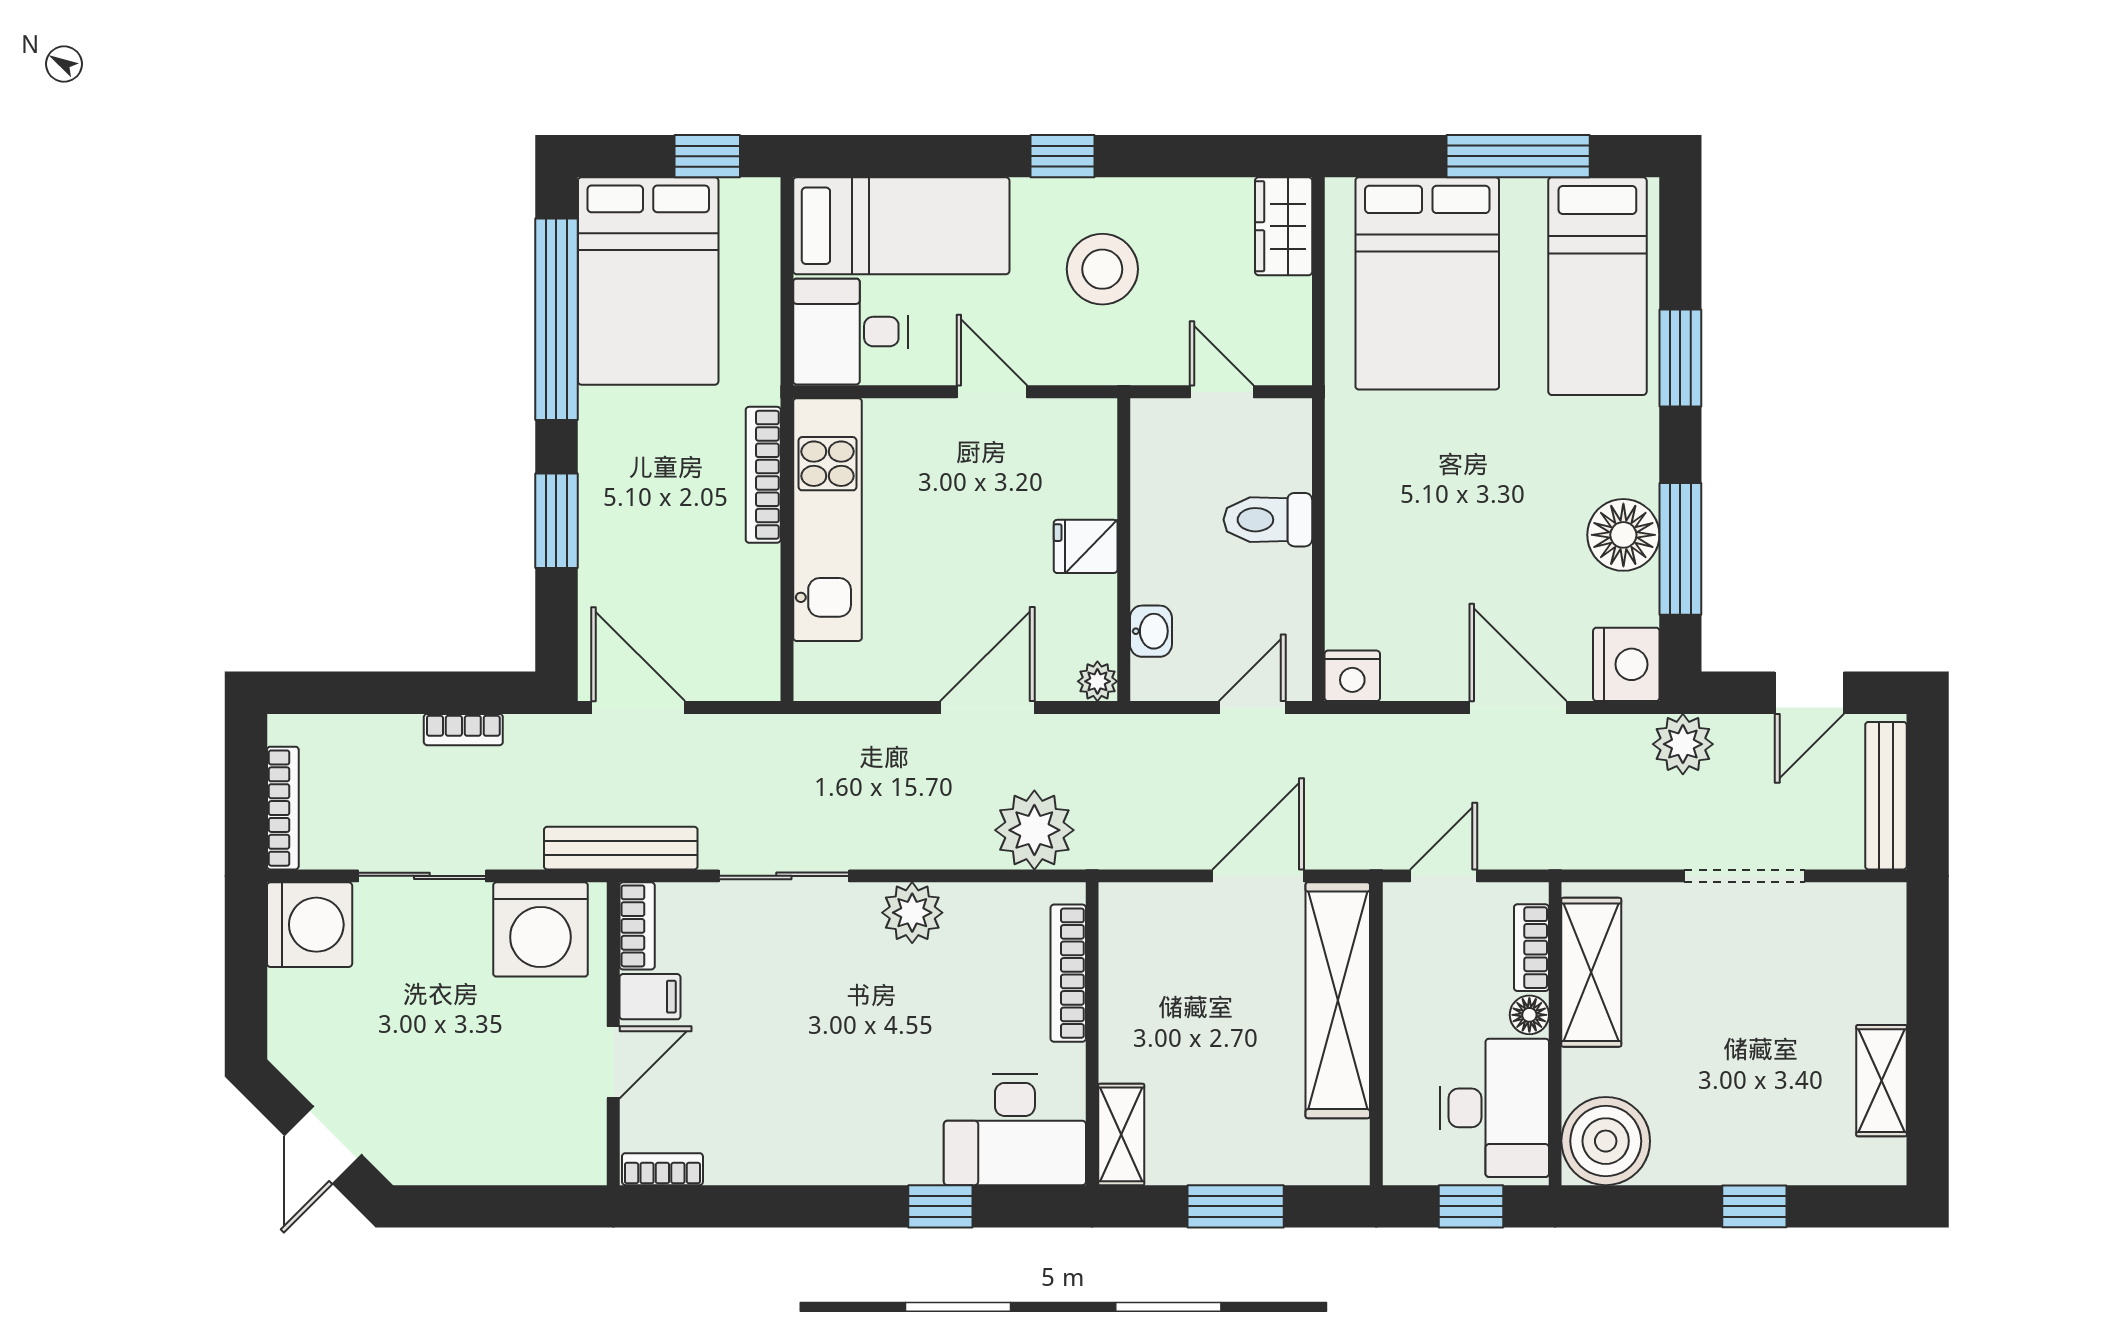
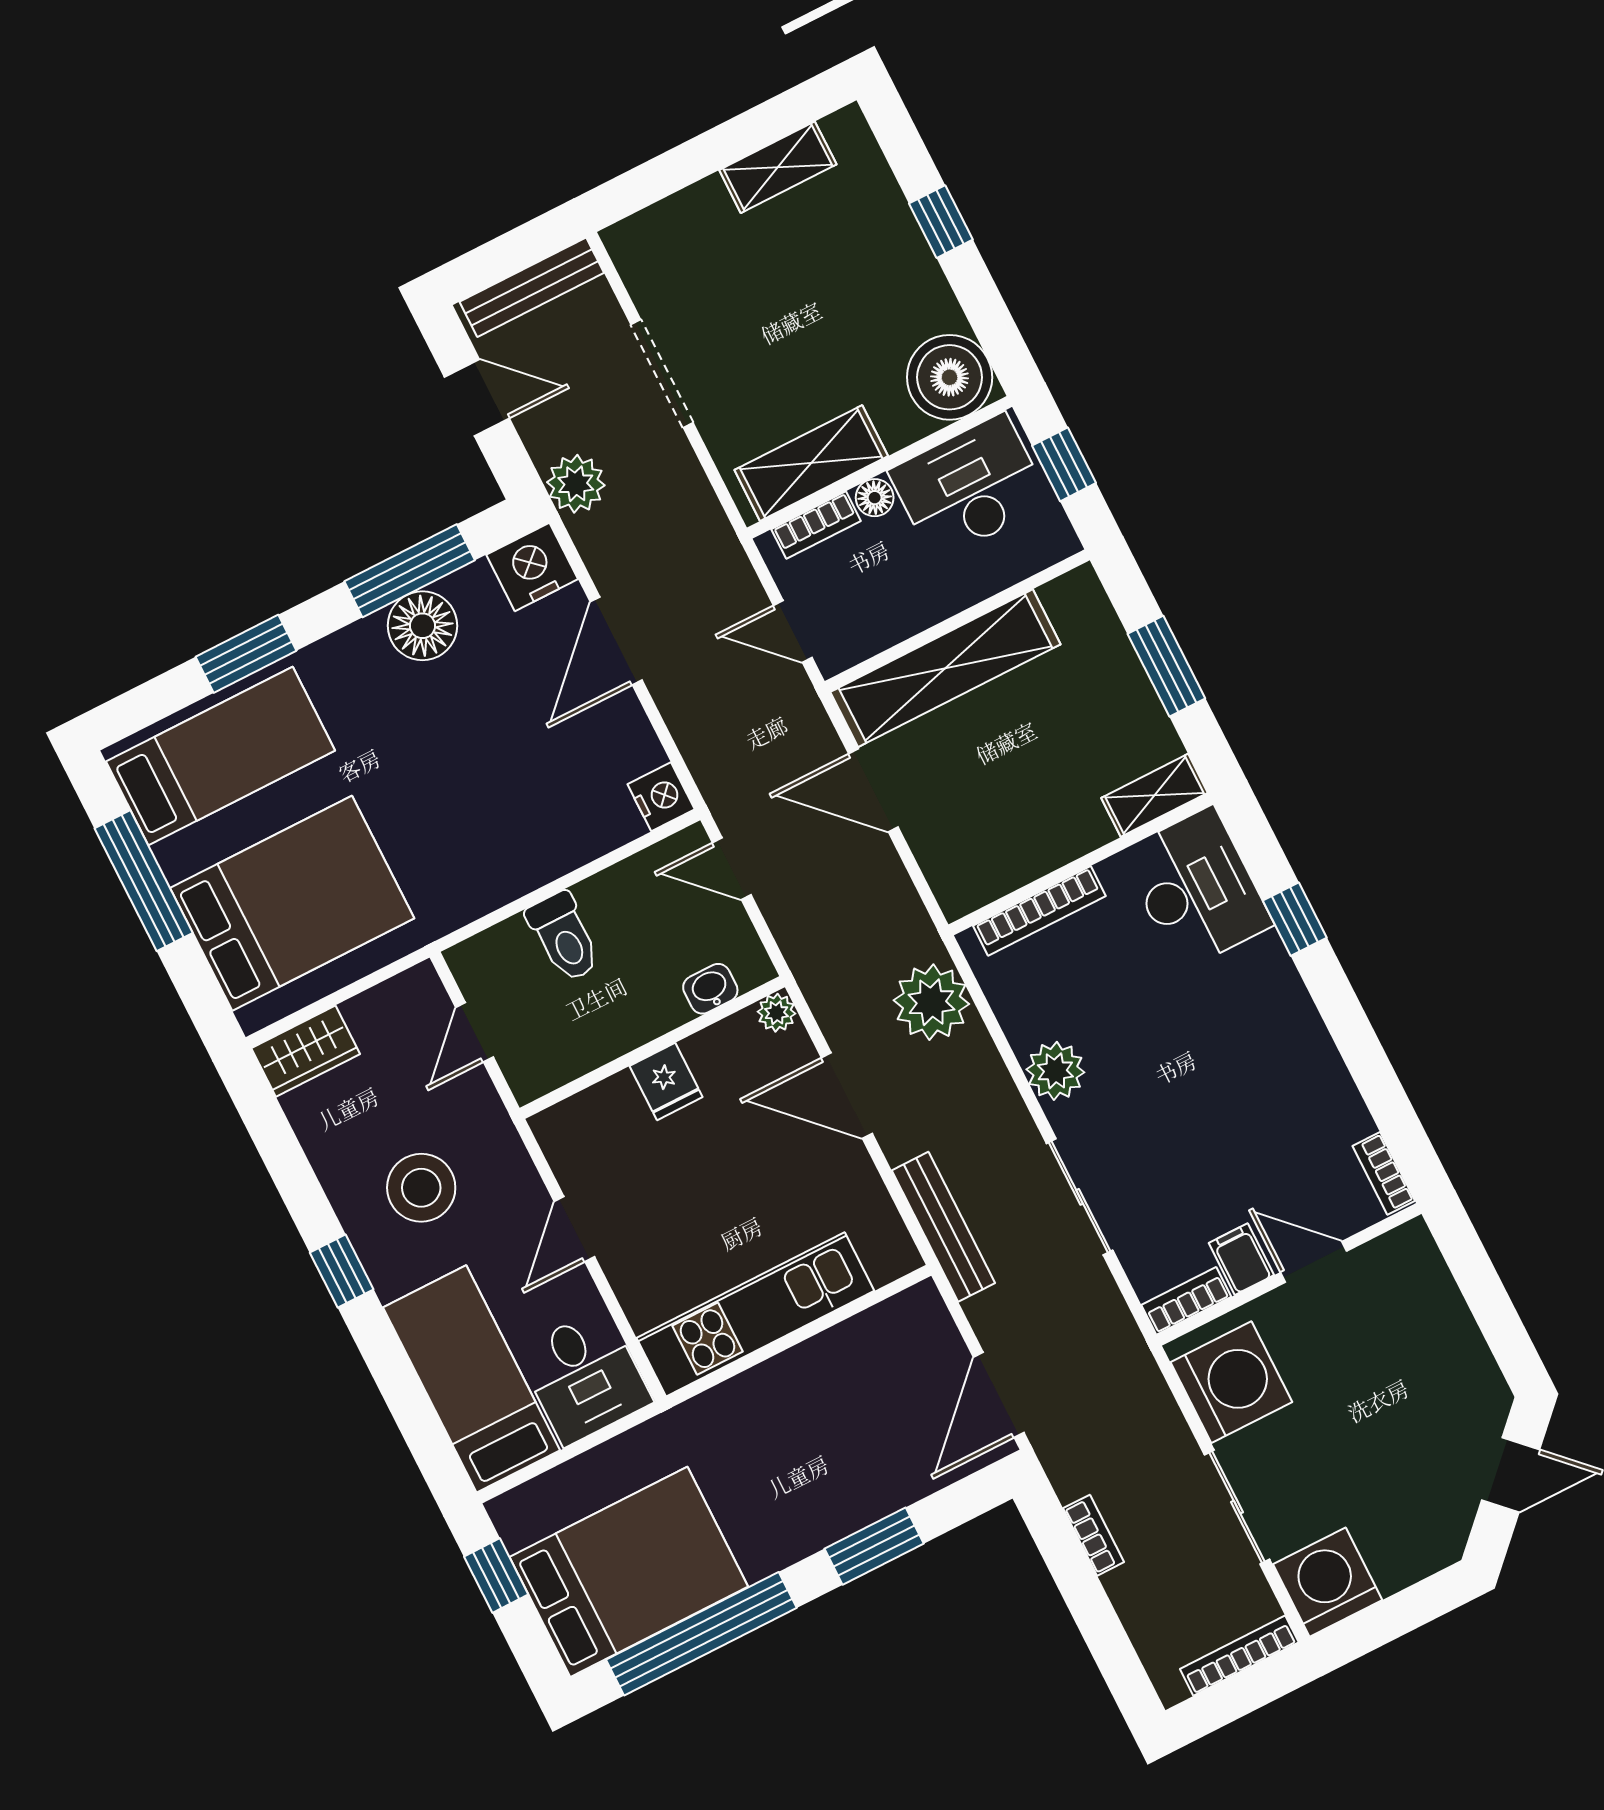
bookcase: (763, 475) -> (745, 1389), removed
bench: (621, 848) -> (943, 1227), moved

